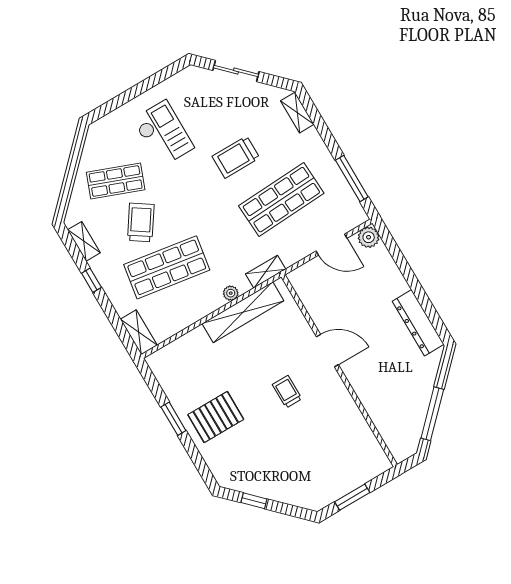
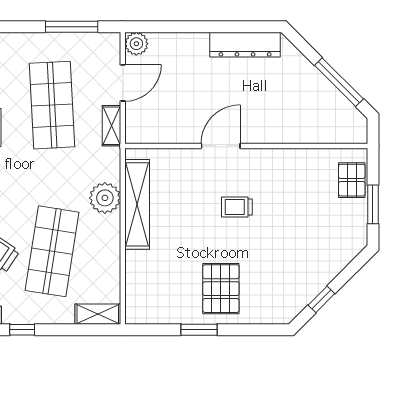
shelving: (266, 272) -> (111, 126), moved
plant: (231, 293) -> (105, 198), width x1.88, depth x1.88
pallet: (361, 469) -> (352, 180), added

